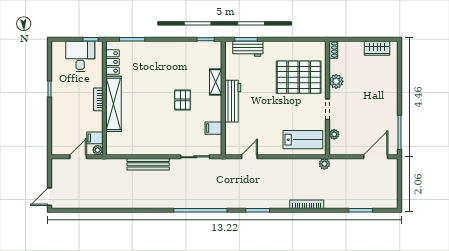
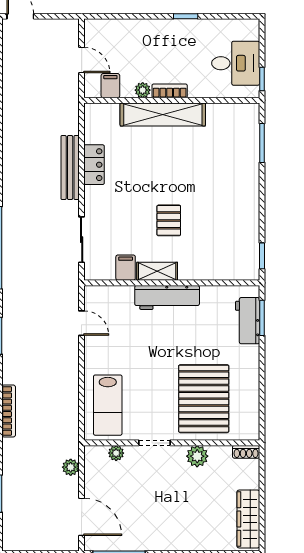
wardrobe: (377, 48) -> (248, 519), width x1.50
locker: (113, 62) -> (94, 165), moved, turned -90
shelving: (216, 82) -> (157, 271), moved
pallet: (183, 100) -> (169, 220), turned 90
plant: (98, 150) -> (143, 90), moved
plant: (324, 164) -> (71, 467), moved

